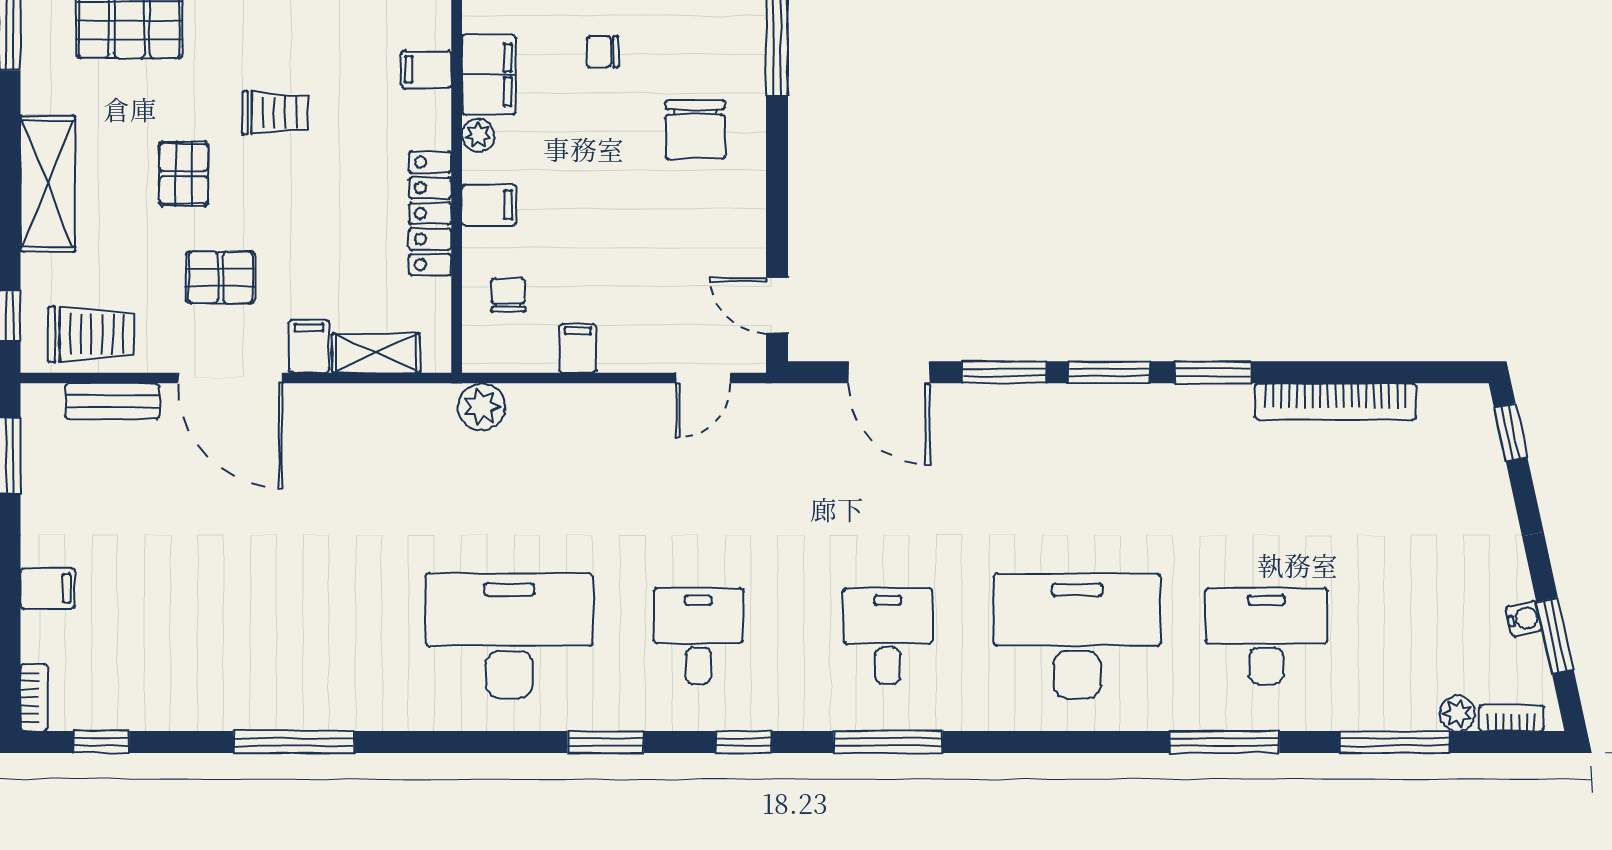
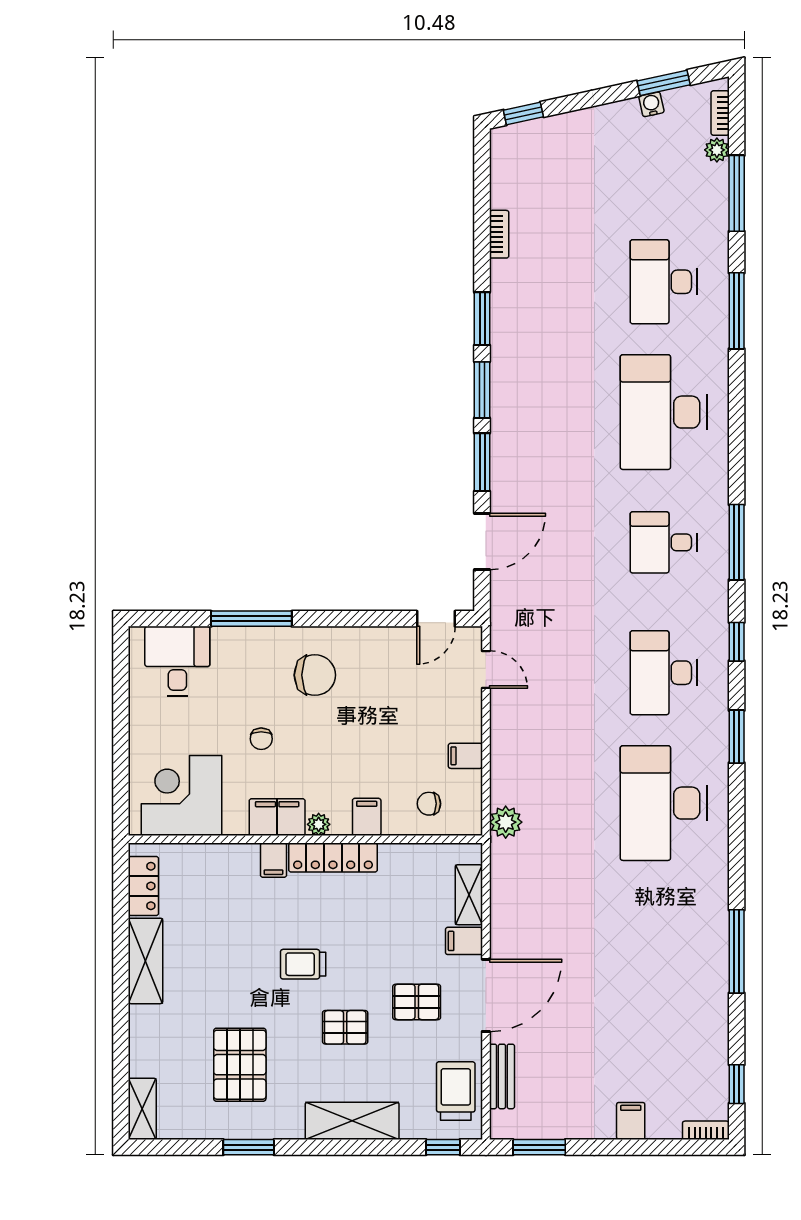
trolley: (275, 113) -> (303, 964), turned -90
locker: (430, 213) -> (333, 858), moved
pallet: (220, 277) -> (417, 1002), turned 90
bookcase: (1335, 402) -> (499, 234), width x0.43, depth x0.76
desk: (699, 636) -> (663, 673), width x1.37

